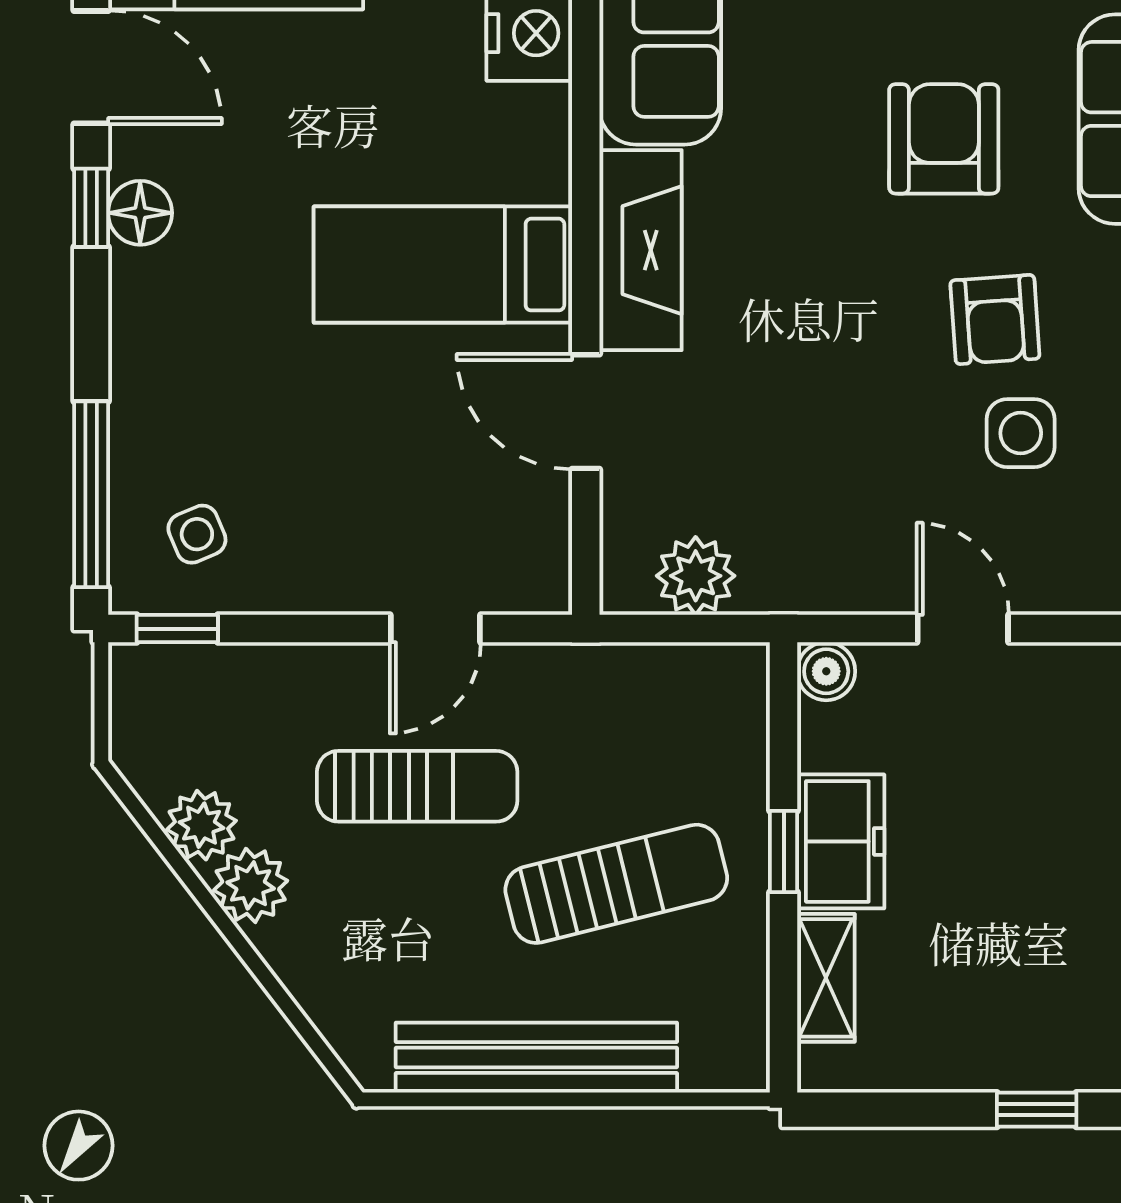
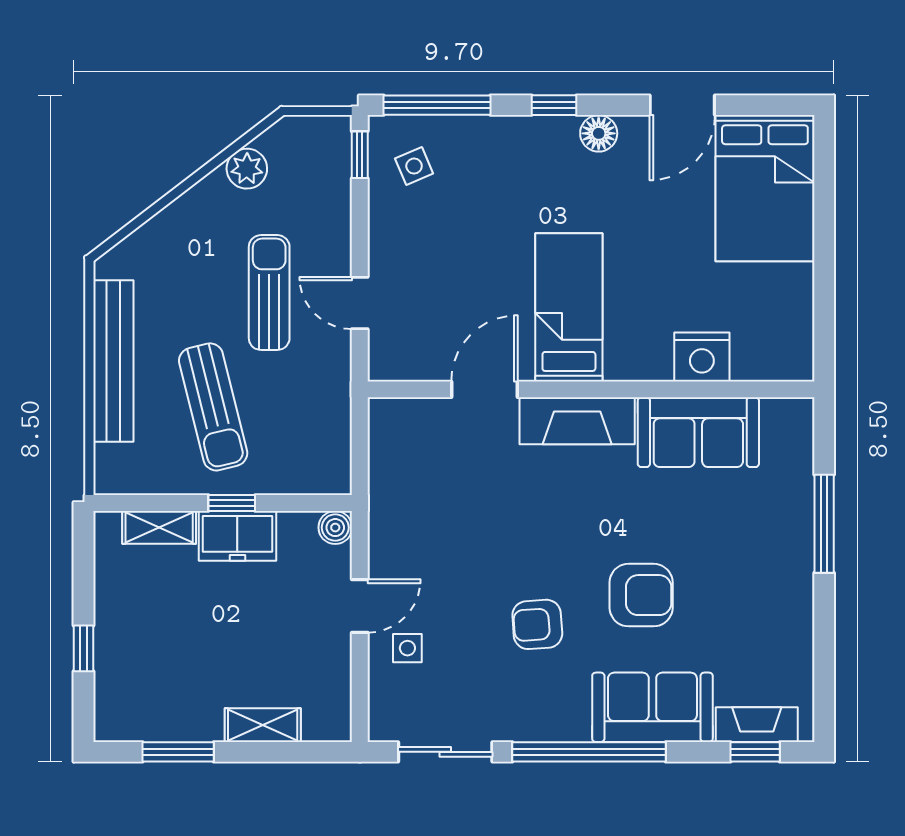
window: (91, 208) -> (554, 105), moved
side table: (1021, 433) -> (407, 648), moved, width x0.73, depth x0.73
plant: (696, 576) -> (390, 452), removed
sun lounger: (417, 786) -> (269, 293), turned 180
plant: (251, 885) -> (212, 197), removed

